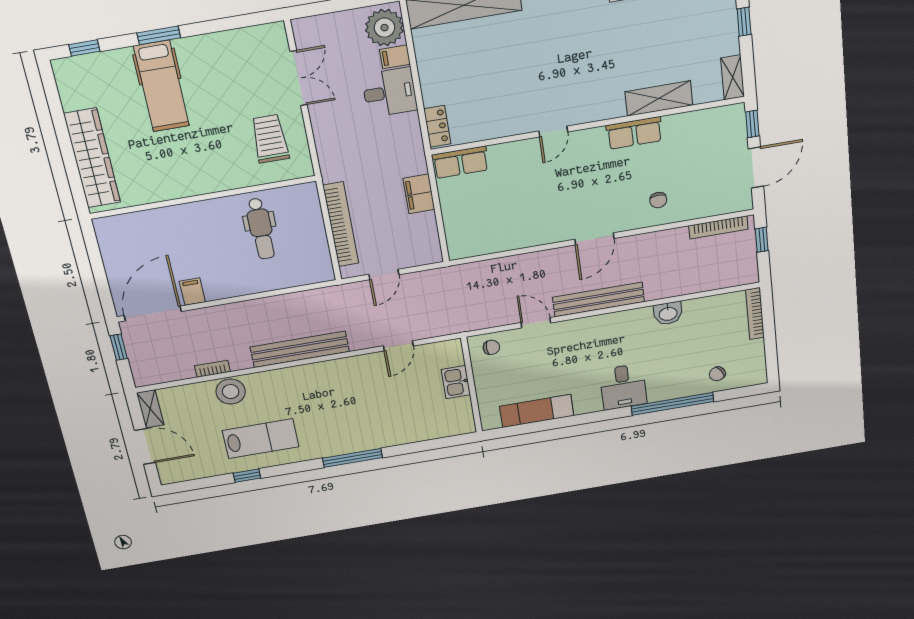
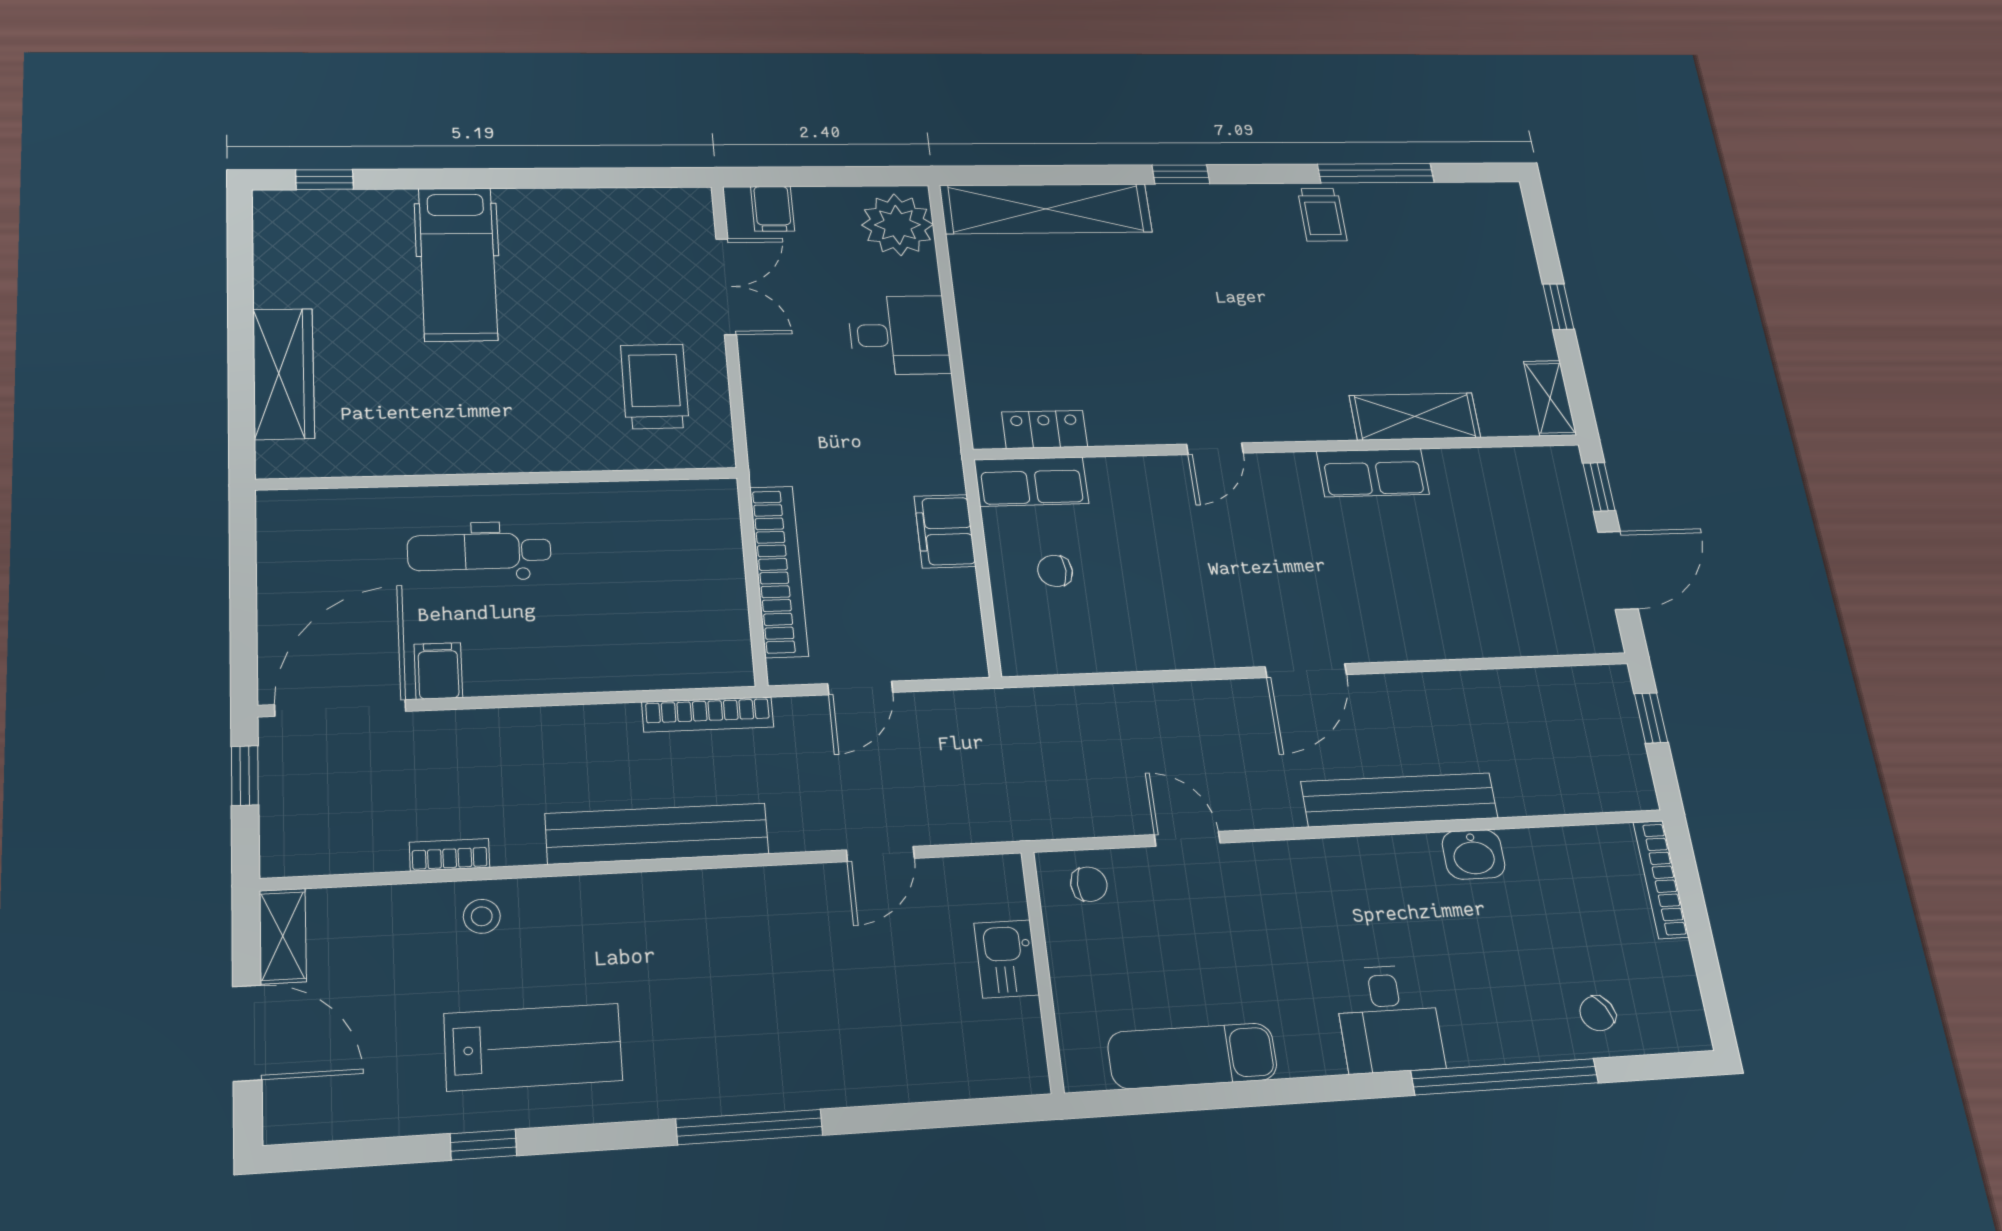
window: (159, 35) -> (471, 179), removed
filing cabinet: (395, 57) -> (773, 209), moved, turned -90
locker: (437, 126) -> (1045, 429), moved, turned -90
wardrobe: (92, 158) -> (284, 374), width x0.71, depth x0.85
chair: (658, 200) -> (1055, 571), moved, turned 92
bookcase: (718, 227) -> (708, 715), moved
dental chair: (261, 229) -> (479, 551), moved, turned 90
bench: (599, 300) -> (1400, 800), moved
stool: (231, 392) -> (482, 916), width x0.53, depth x0.53

